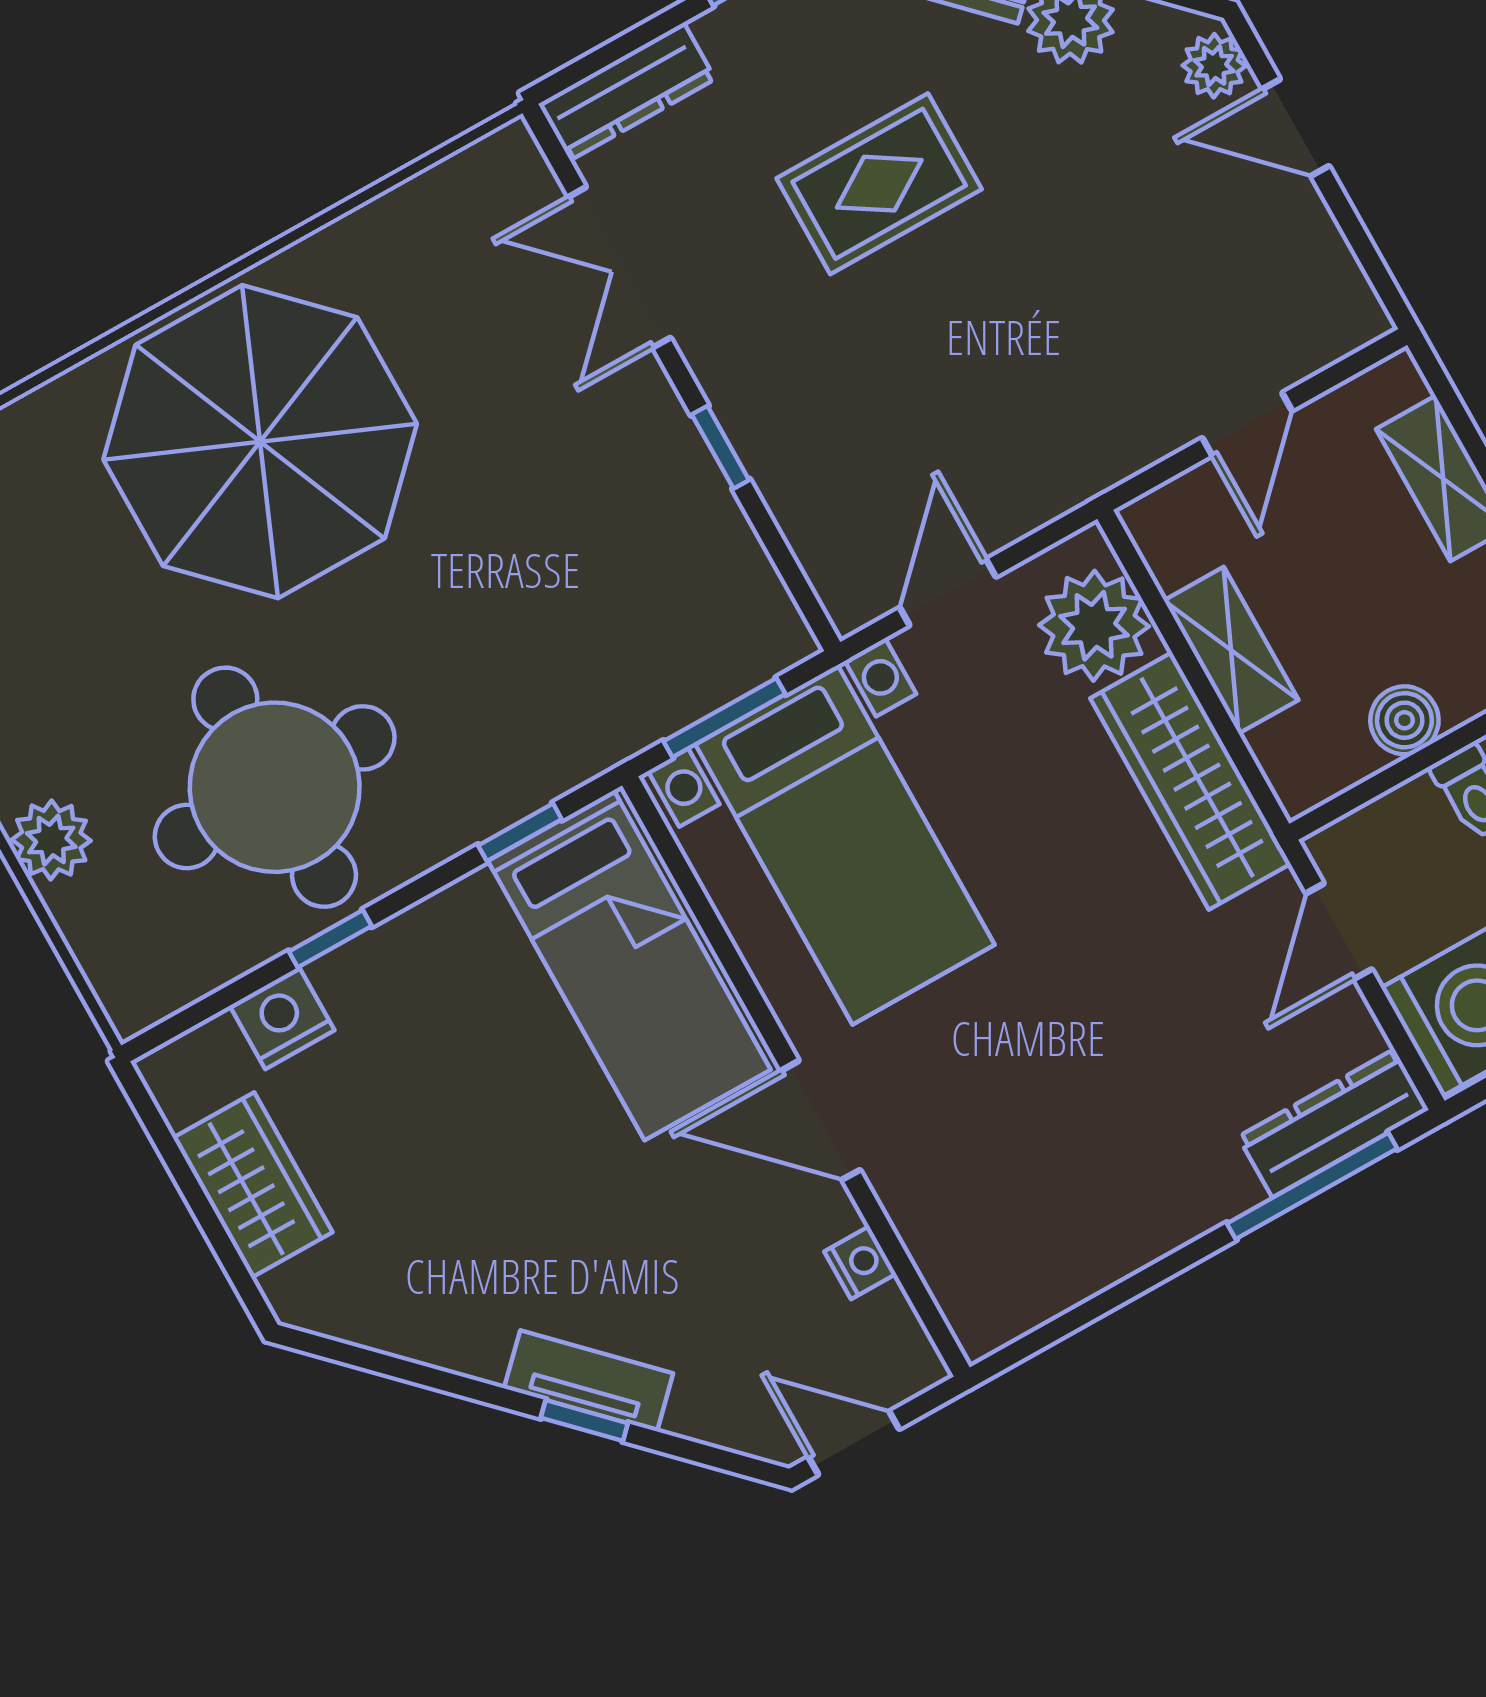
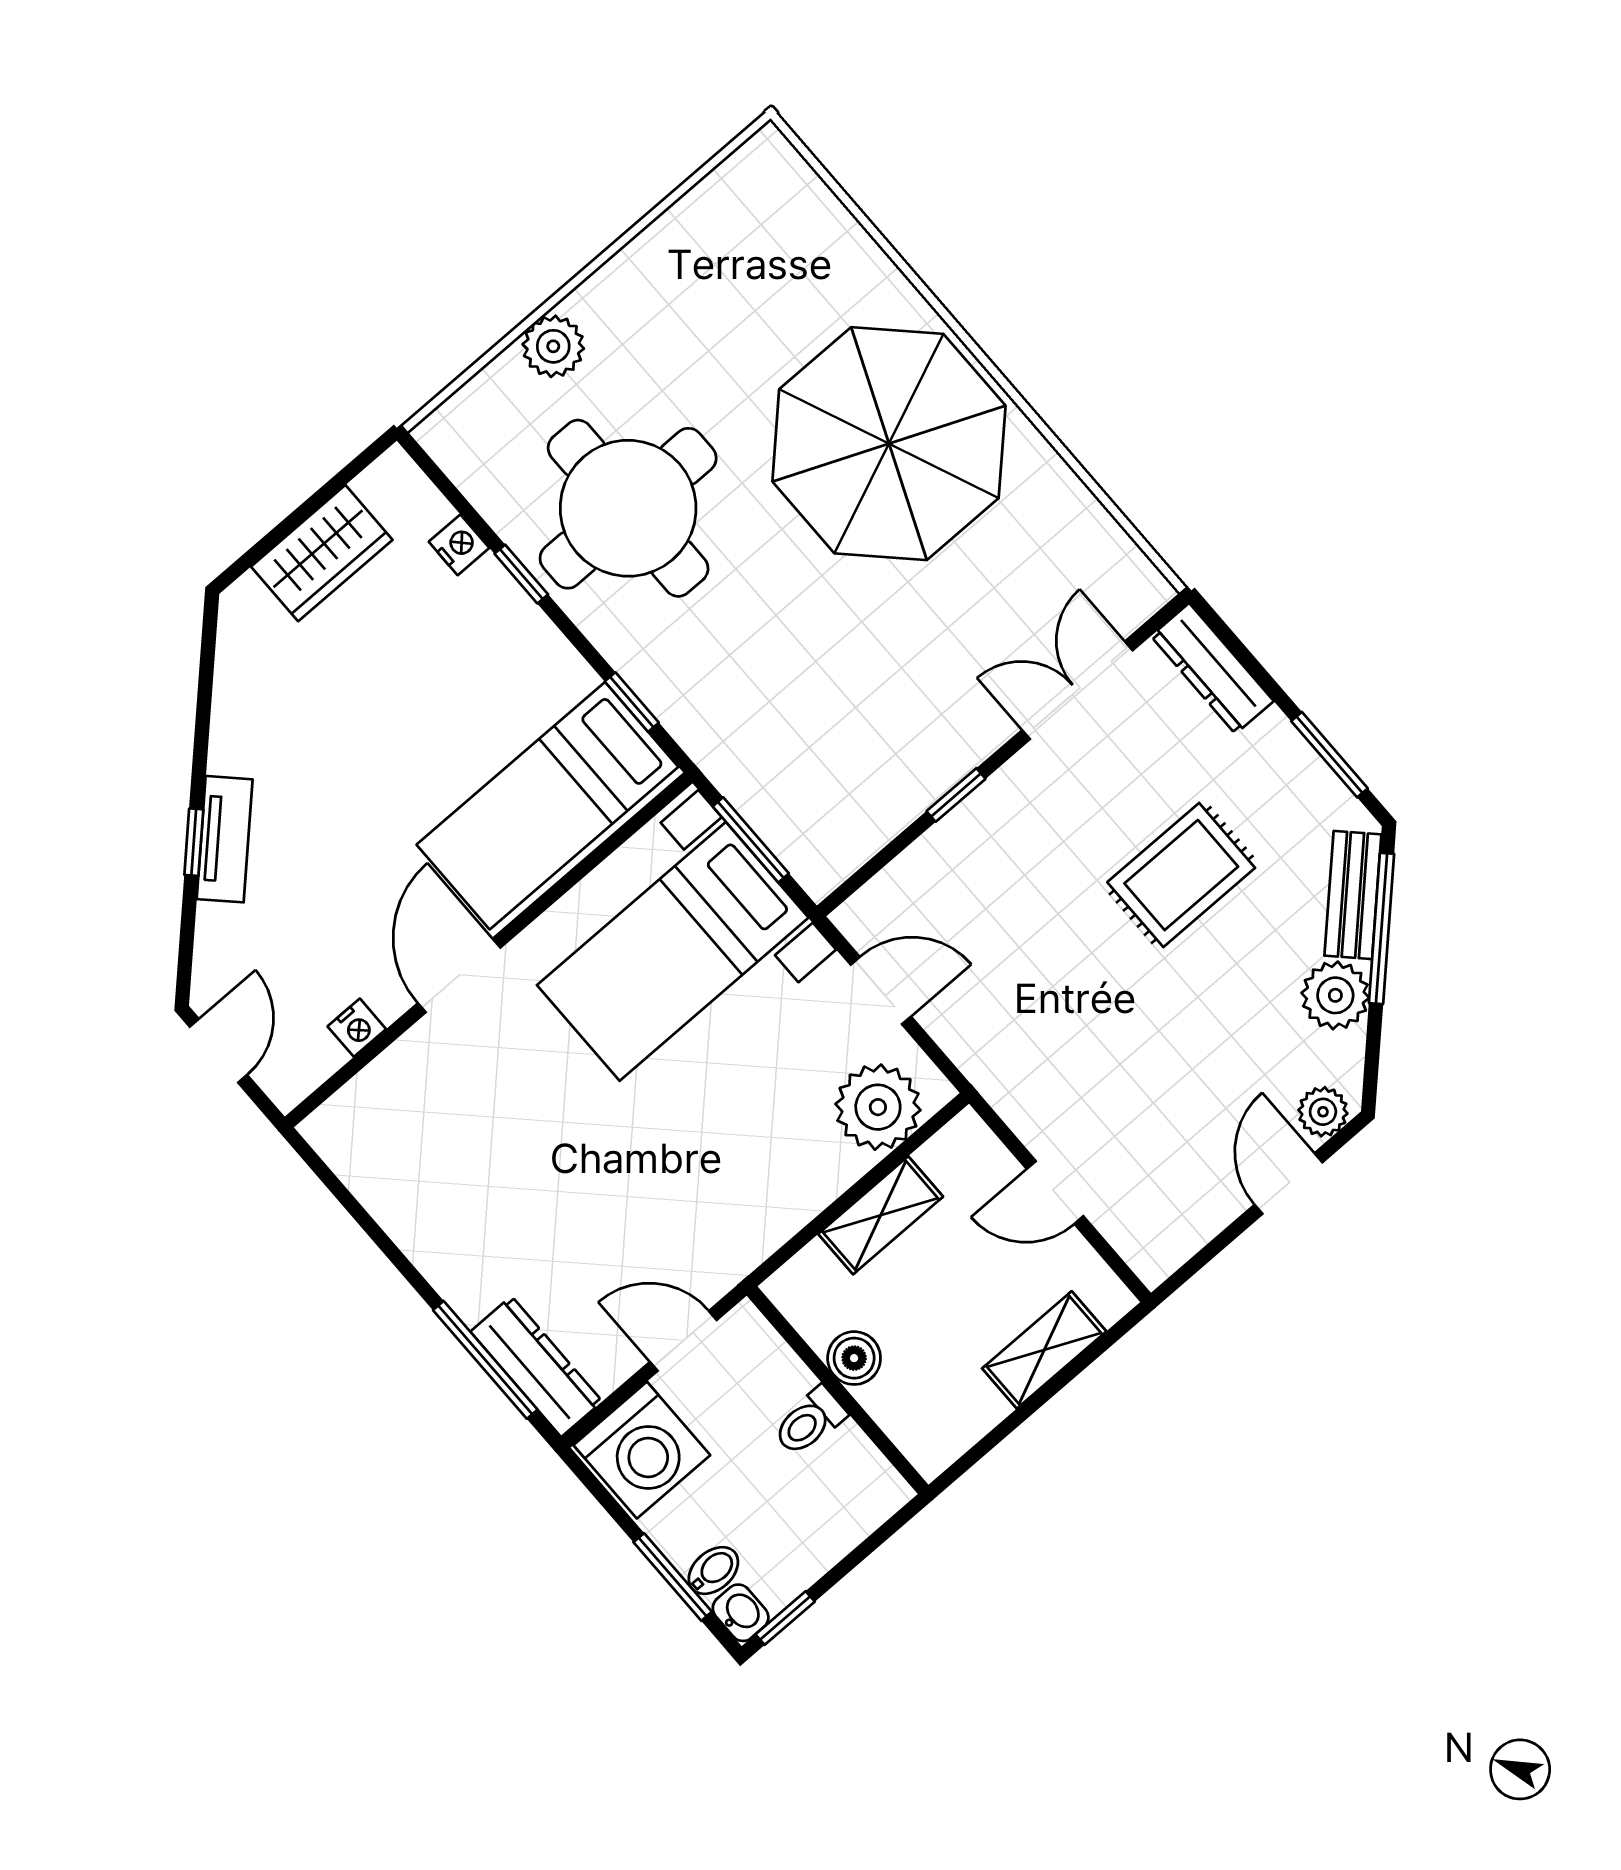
rug: (879, 184) -> (1181, 875), turned 90
wardrobe: (1190, 781) -> (775, 1205), removed
nightstand: (282, 1018) -> (459, 545), width x0.72, depth x0.74

